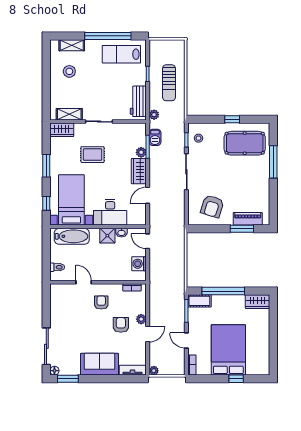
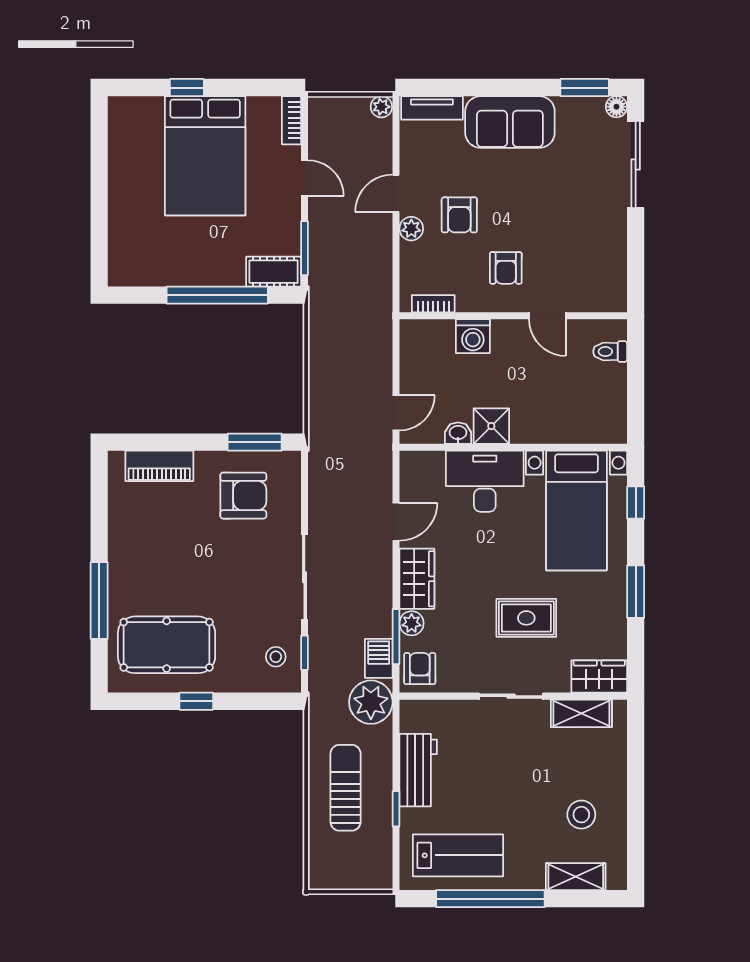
workbench: (138, 101) -> (418, 770), moved
plant: (154, 115) -> (371, 702), width x1.88, depth x1.88
armchair: (138, 133) -> (420, 669), added
armchair: (212, 206) -> (243, 496), turned 73
window: (242, 229) -> (255, 442), moved
bathtub: (72, 236) -> (576, 425), removed
door: (148, 241) -> (396, 413), hinge flipped
washing machine: (139, 264) -> (473, 336), moved, turned 90
wardrobe: (258, 302) -> (136, 270), removed

